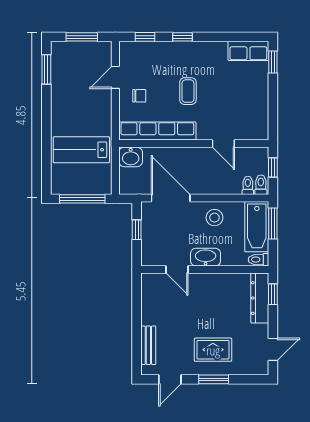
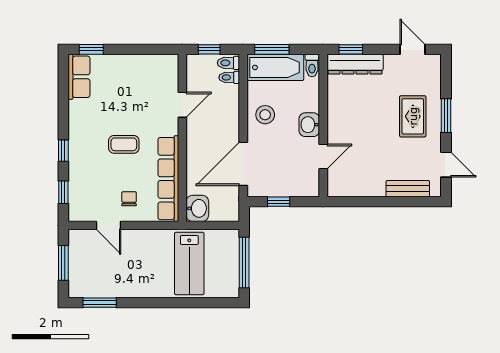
washbasin: (206, 257) -> (309, 125), width x0.72

